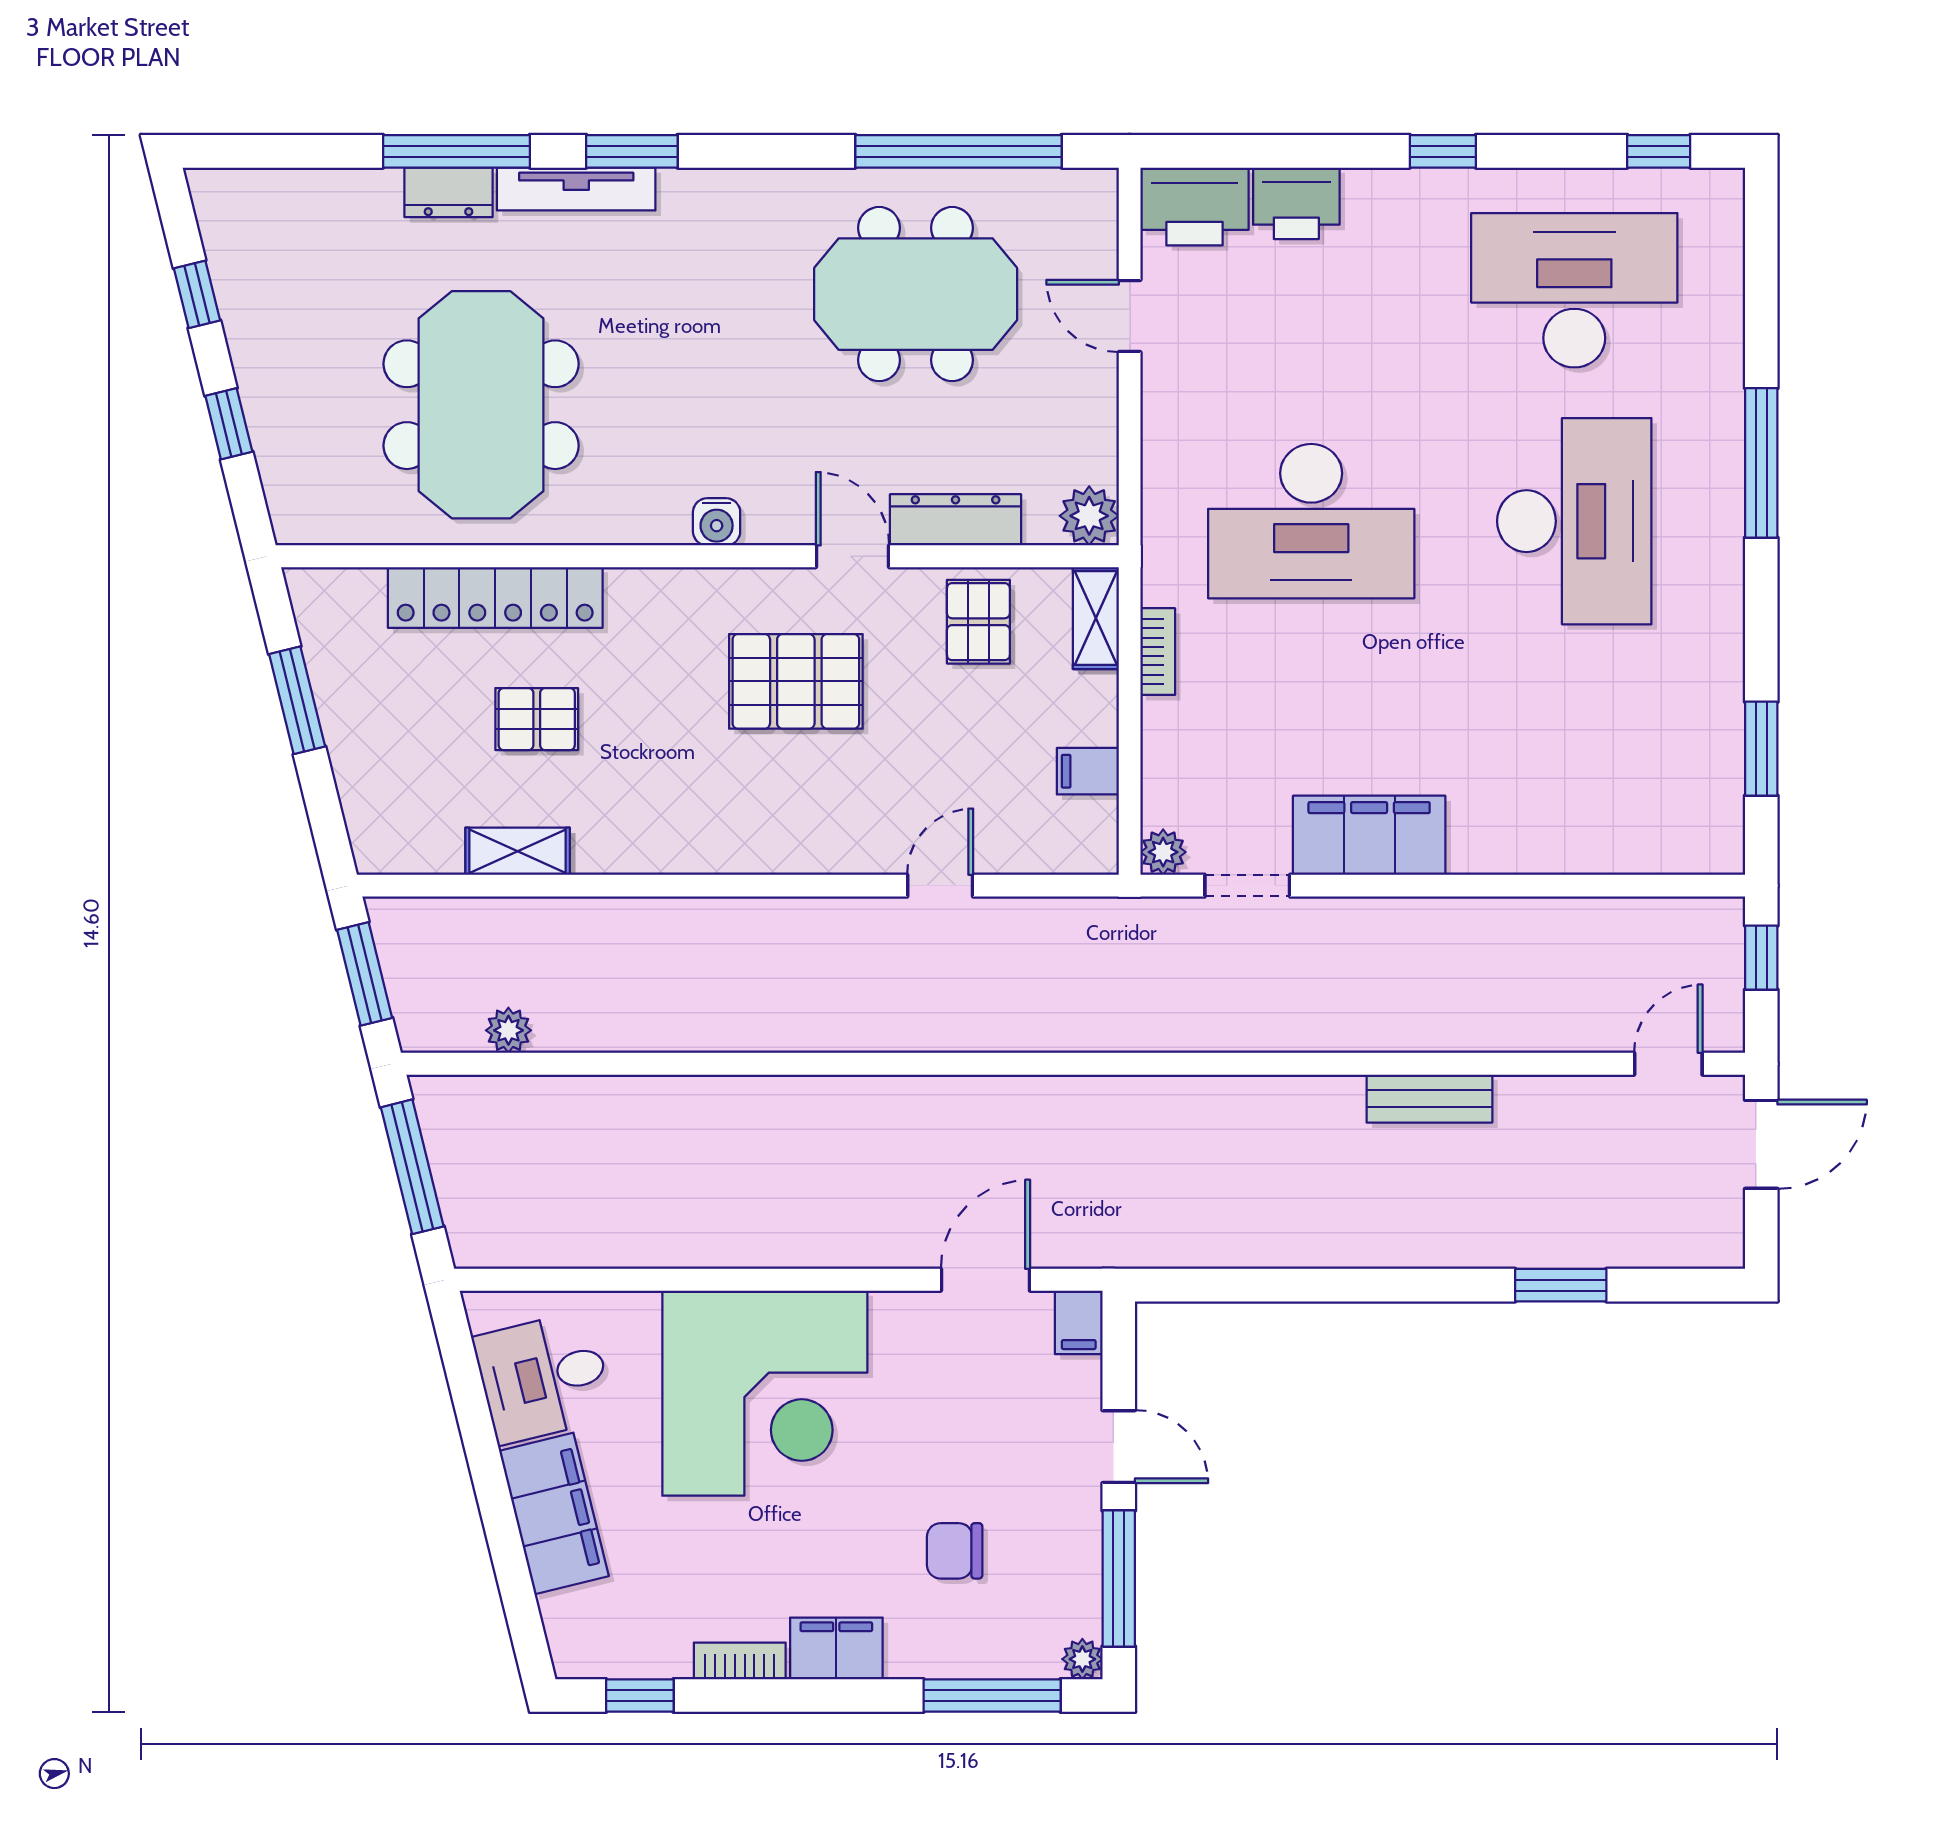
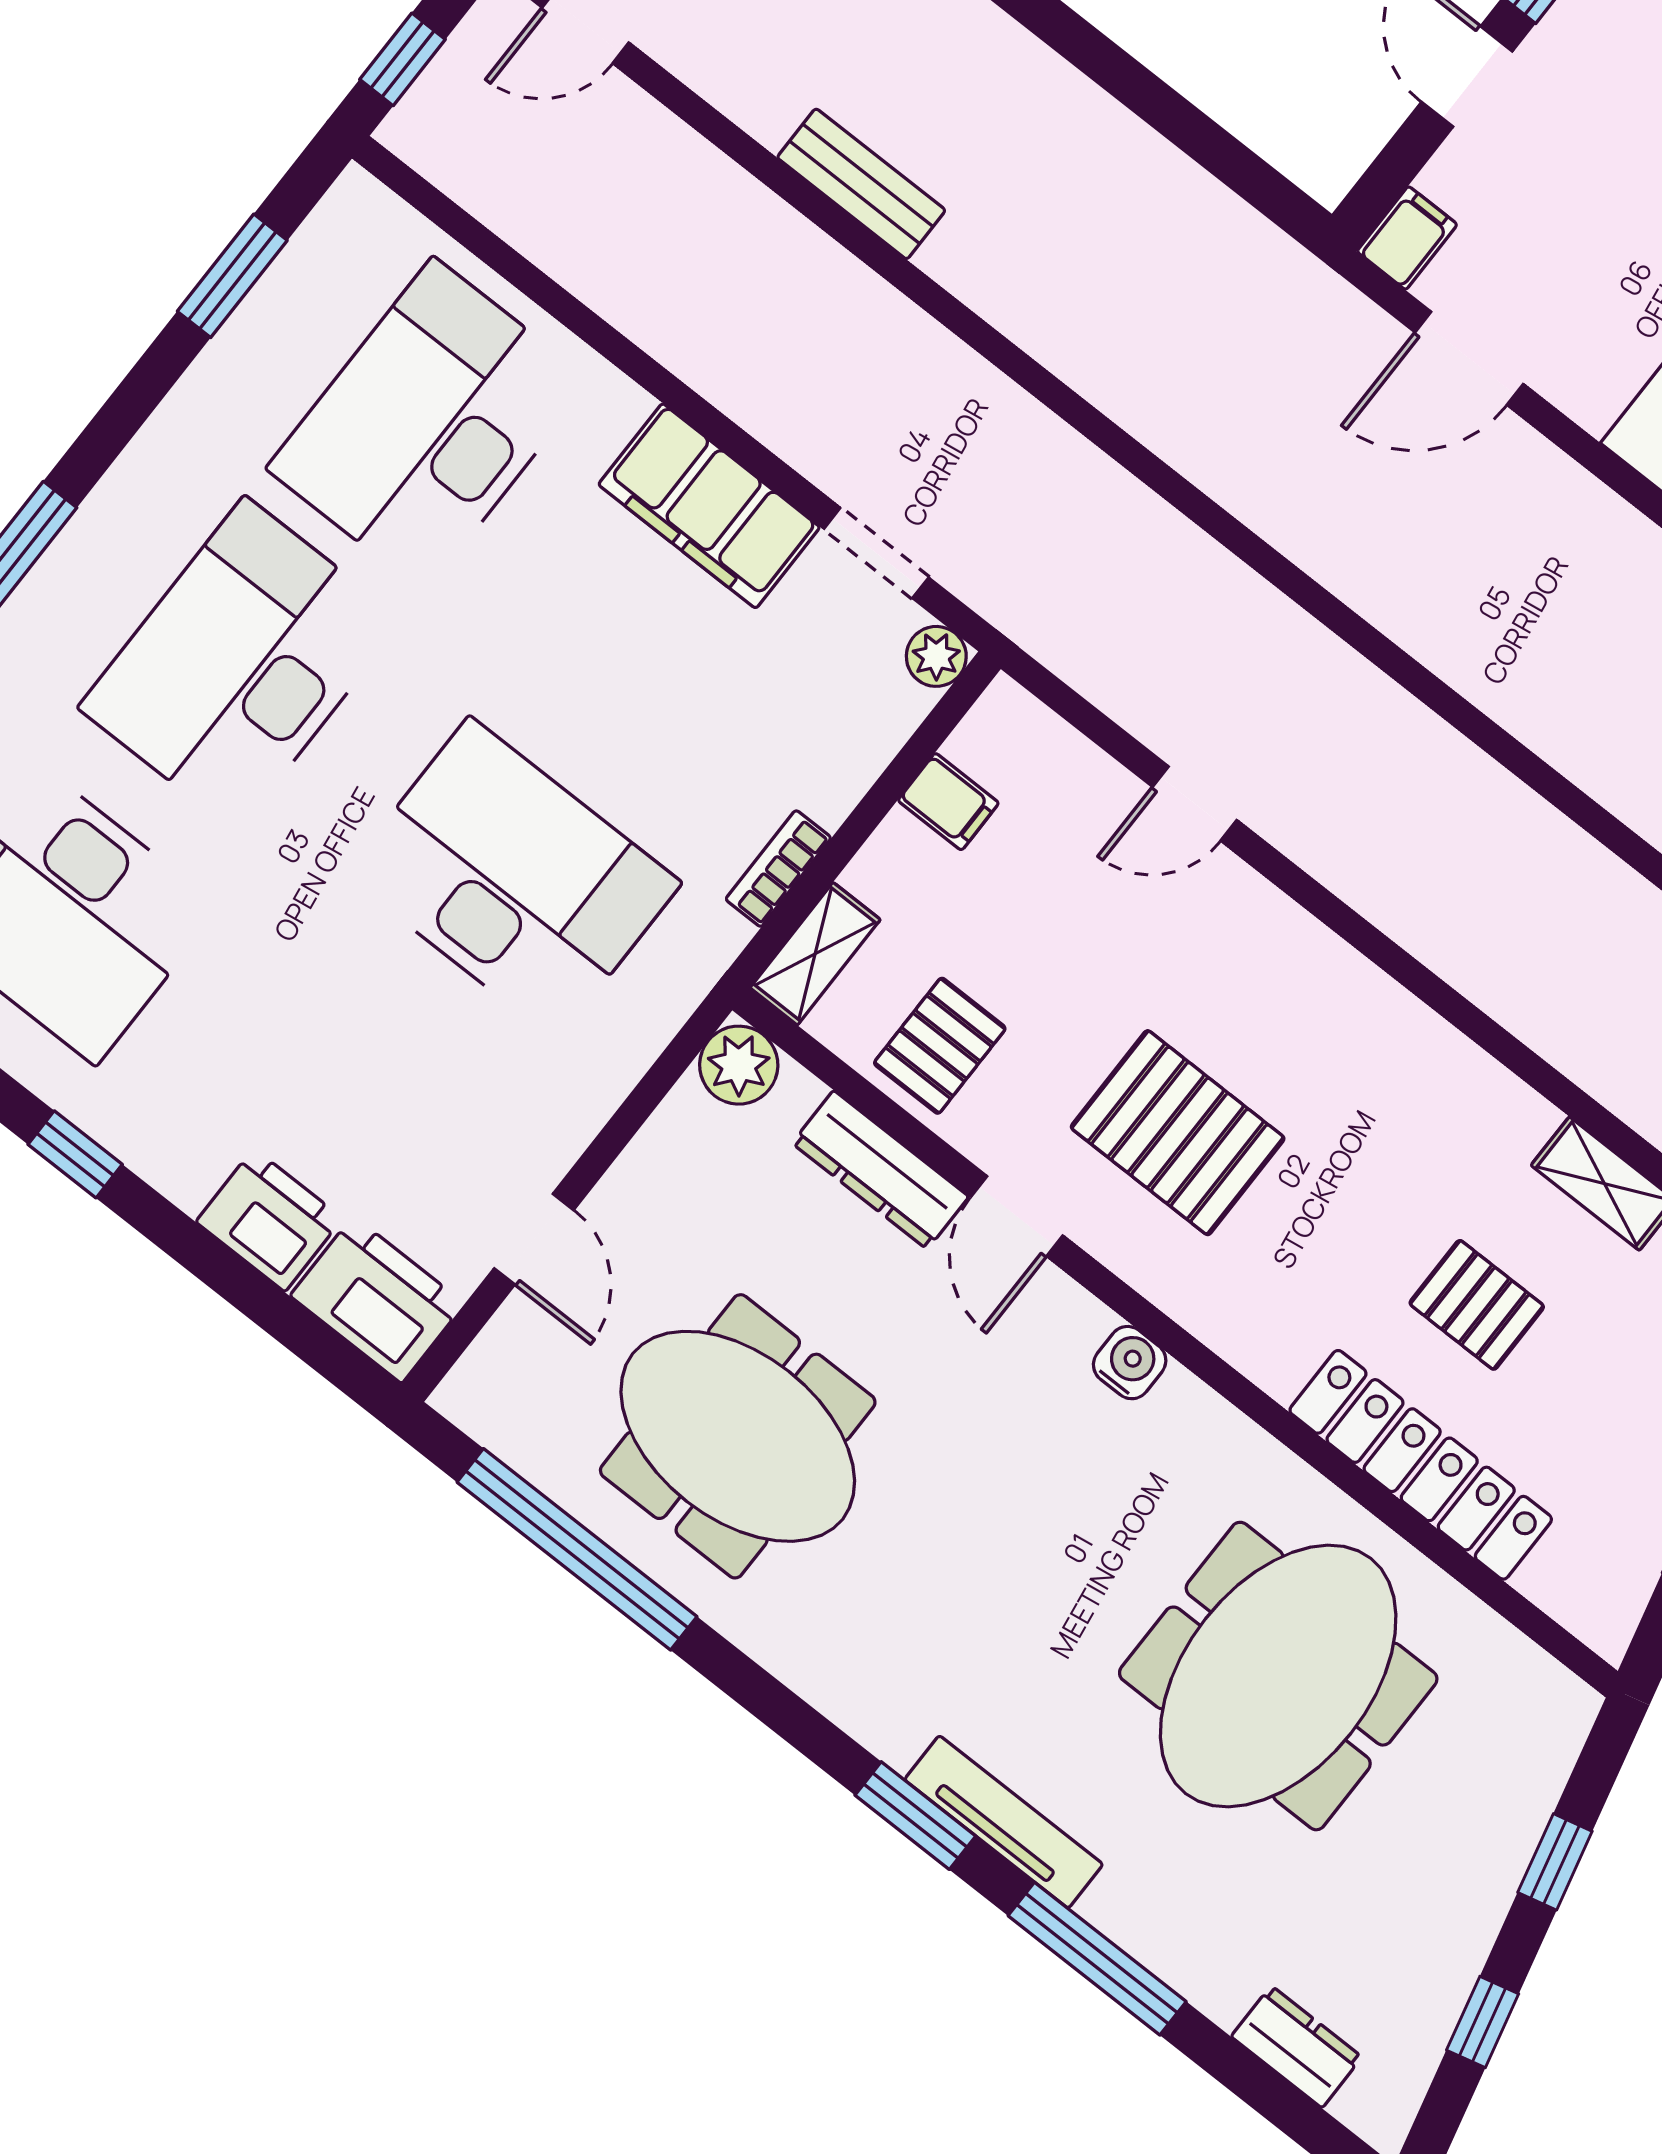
dresser: (449, 192) -> (1297, 2047), moved
desk: (1574, 752) -> (429, 425), added

